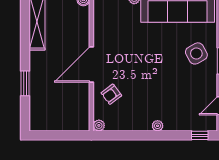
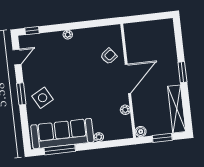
window: (25, 83) -> (182, 72), moved
plant: (99, 125) -> (125, 110), moved

